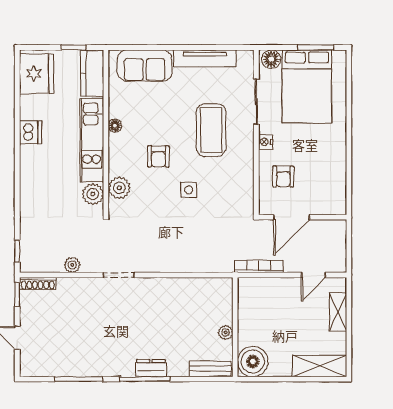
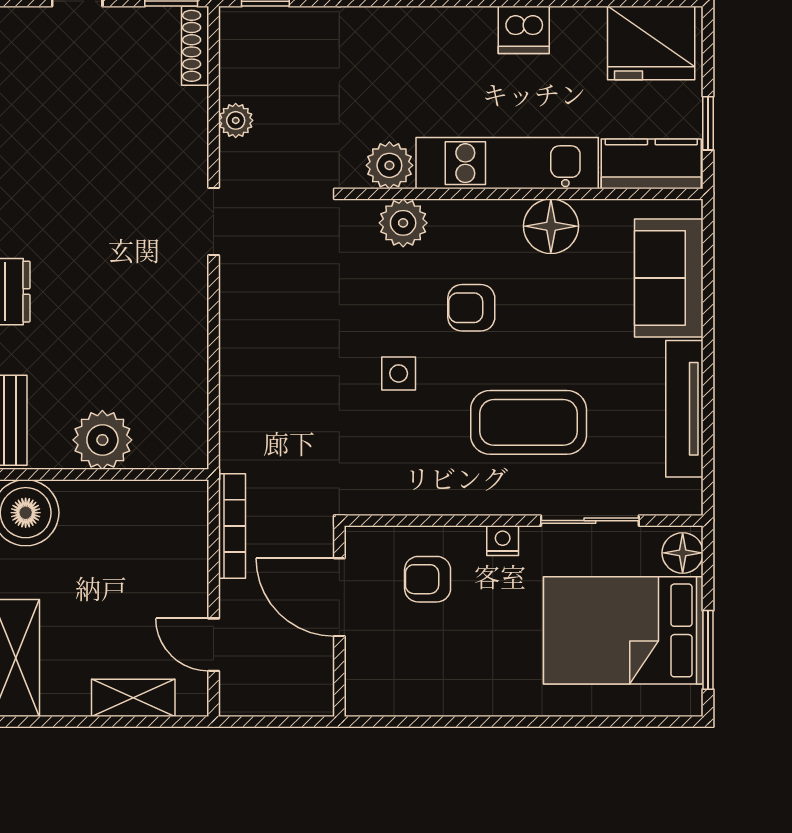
floor lamp: (115, 126) -> (551, 226), width x1.89, depth x1.89
plant: (226, 332) -> (102, 440), width x1.87, depth x1.87

